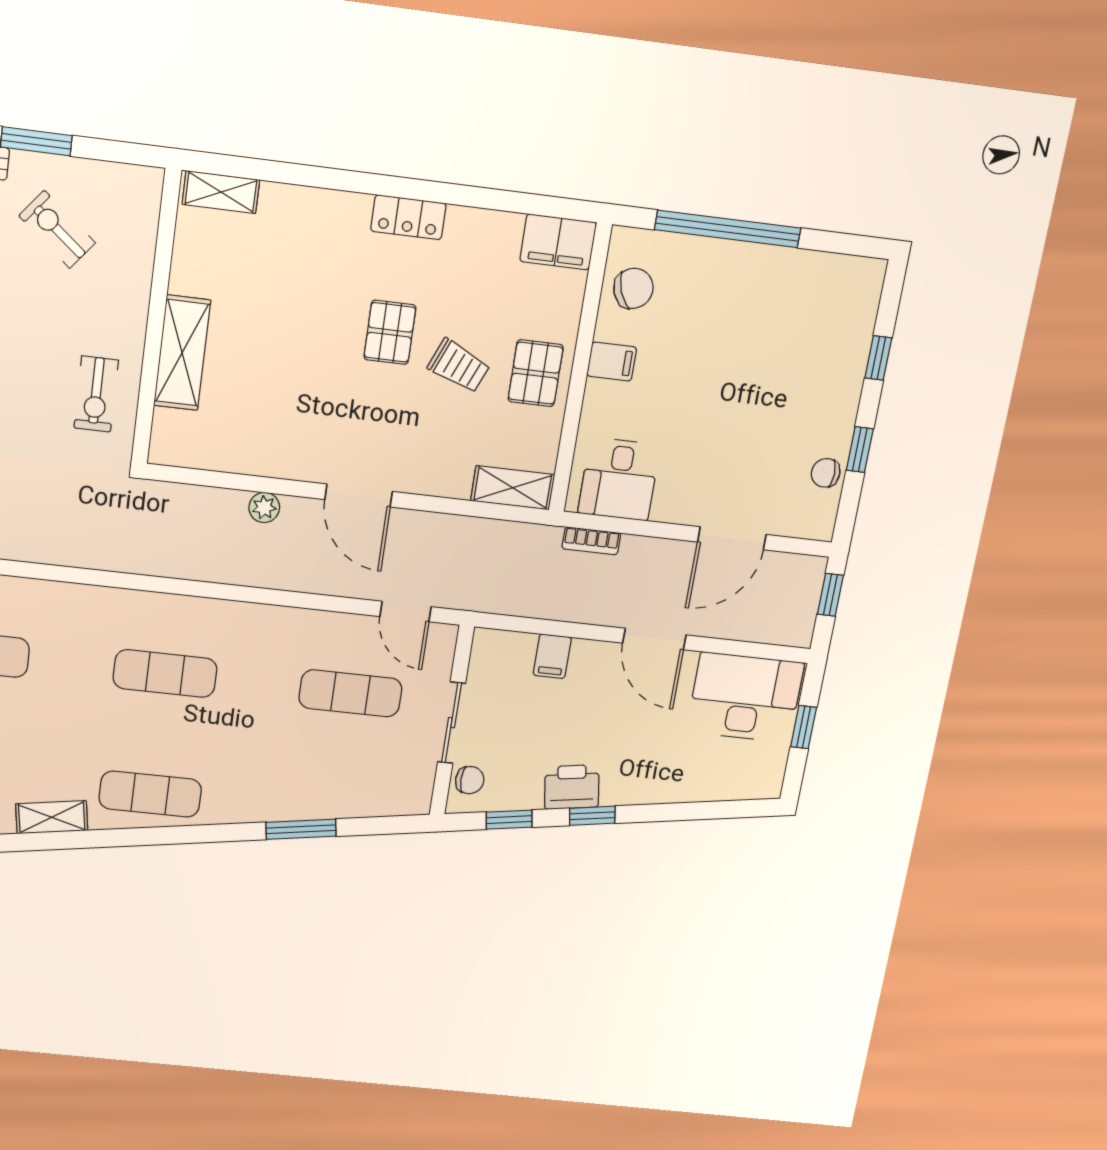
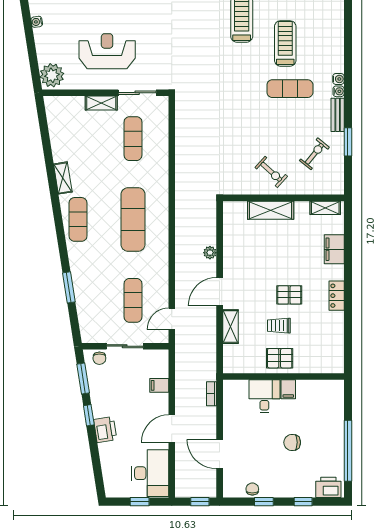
shelving: (221, 192) -> (325, 208), moved, turned 90
window: (728, 229) -> (348, 451), moved
filing cabinet: (558, 242) -> (334, 249), moved
chair: (633, 288) -> (292, 442), moved, turned 111
printer: (857, 294) -> (328, 487), added
trolley: (459, 366) -> (279, 326), turned 67
exercise bike: (96, 394) -> (271, 172), moved, turned -138
desk: (619, 479) -> (264, 396), moved, turned 90
shelving: (513, 488) -> (230, 327), moved
exercise mat: (165, 673) -> (133, 219), width x1.36, depth x1.45
printer: (572, 787) -> (105, 430), moved
window: (509, 820) -> (83, 379), width x1.50

